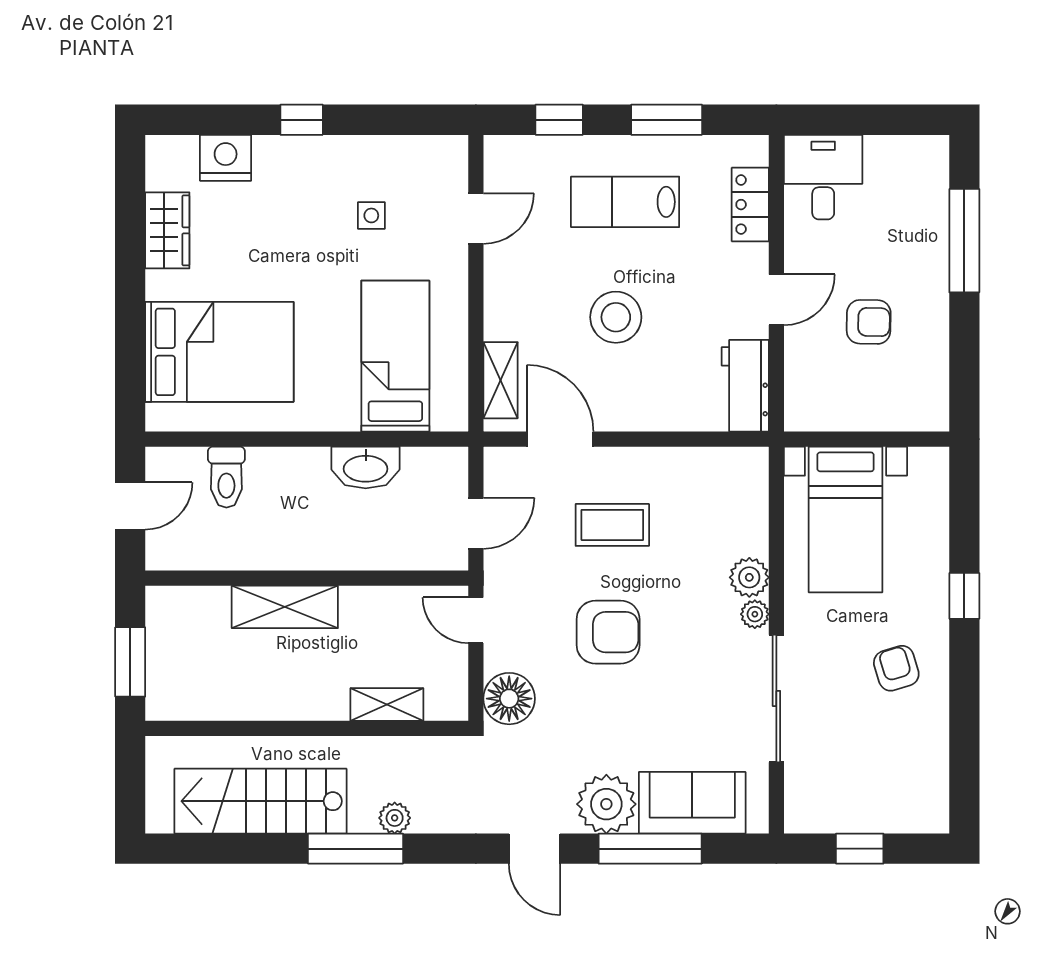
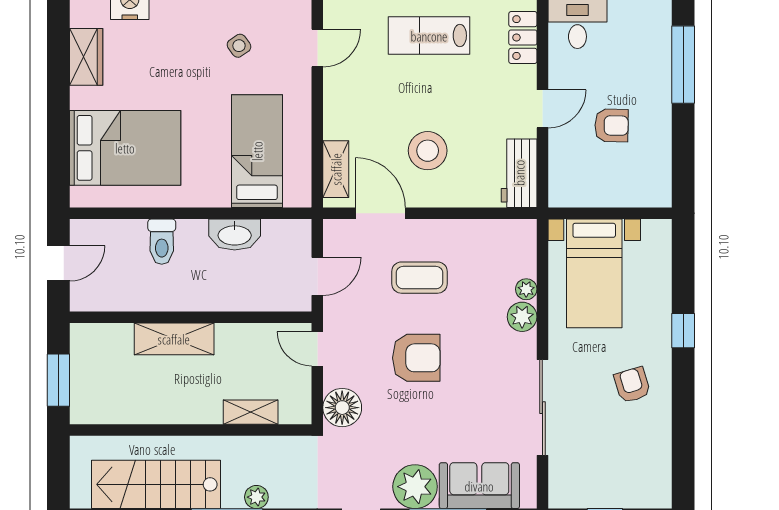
side table: (371, 215) -> (239, 46), turned -35
stool: (616, 317) -> (428, 151), moved
toilet: (226, 477) -> (162, 242), moved
plant: (755, 614) -> (526, 289), moved

